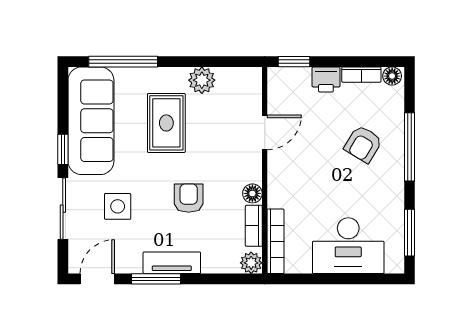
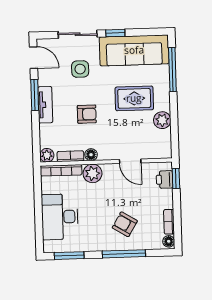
printer: (326, 79) -> (165, 180), moved
plant: (282, 192) -> (93, 173), added

